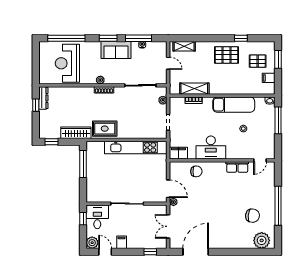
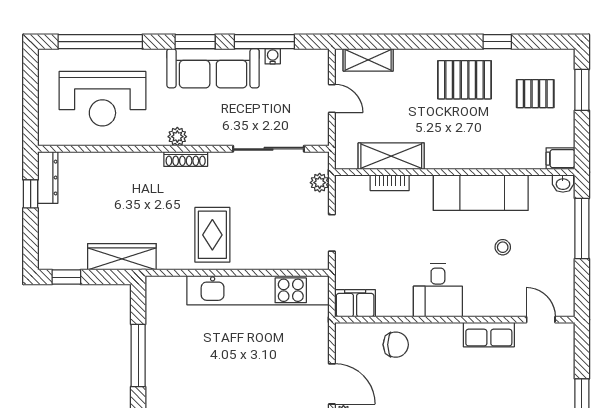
sofa: (116, 50) -> (213, 68), width x1.36
reception desk: (67, 63) -> (102, 99), turned -90
filing cabinet: (269, 78) -> (560, 159), moved
rug: (105, 129) -> (212, 235), moved, turned 90
desk: (211, 148) -> (438, 290), width x0.73
door: (260, 160) -> (541, 320), swing flipped
window: (83, 164) -> (138, 356), moved

